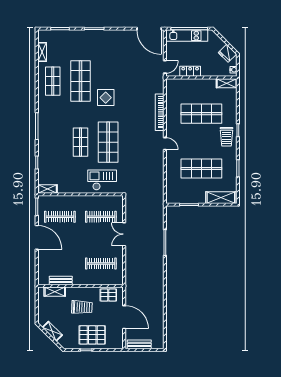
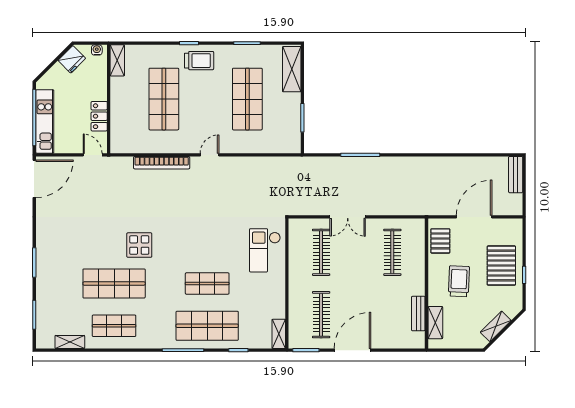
shop shelf: (108, 142) -> (207, 326), moved
bench: (139, 344) -> (516, 175), moved

